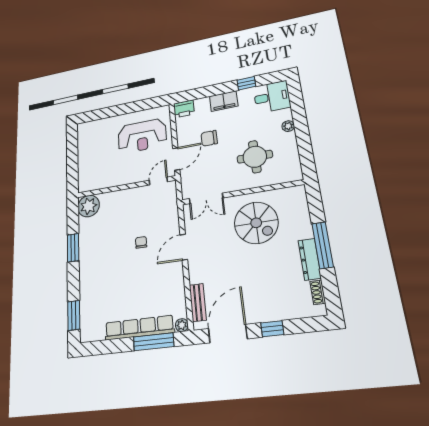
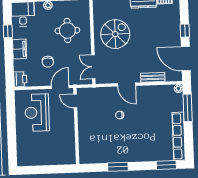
reception desk: (142, 136) -> (37, 113), turned 180
door: (176, 159) -> (60, 87), hinge flipped
double door: (206, 198) -> (93, 67), swing flipped
plant: (89, 206) -> (87, 155), removed
bench: (198, 302) -> (153, 77), moved
row of seats: (139, 328) -> (179, 136), moved

